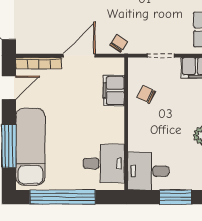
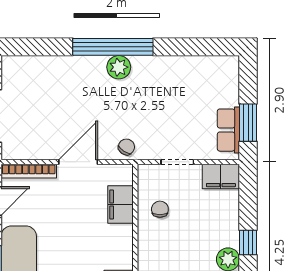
chair: (146, 94) -> (160, 209), turned 64

